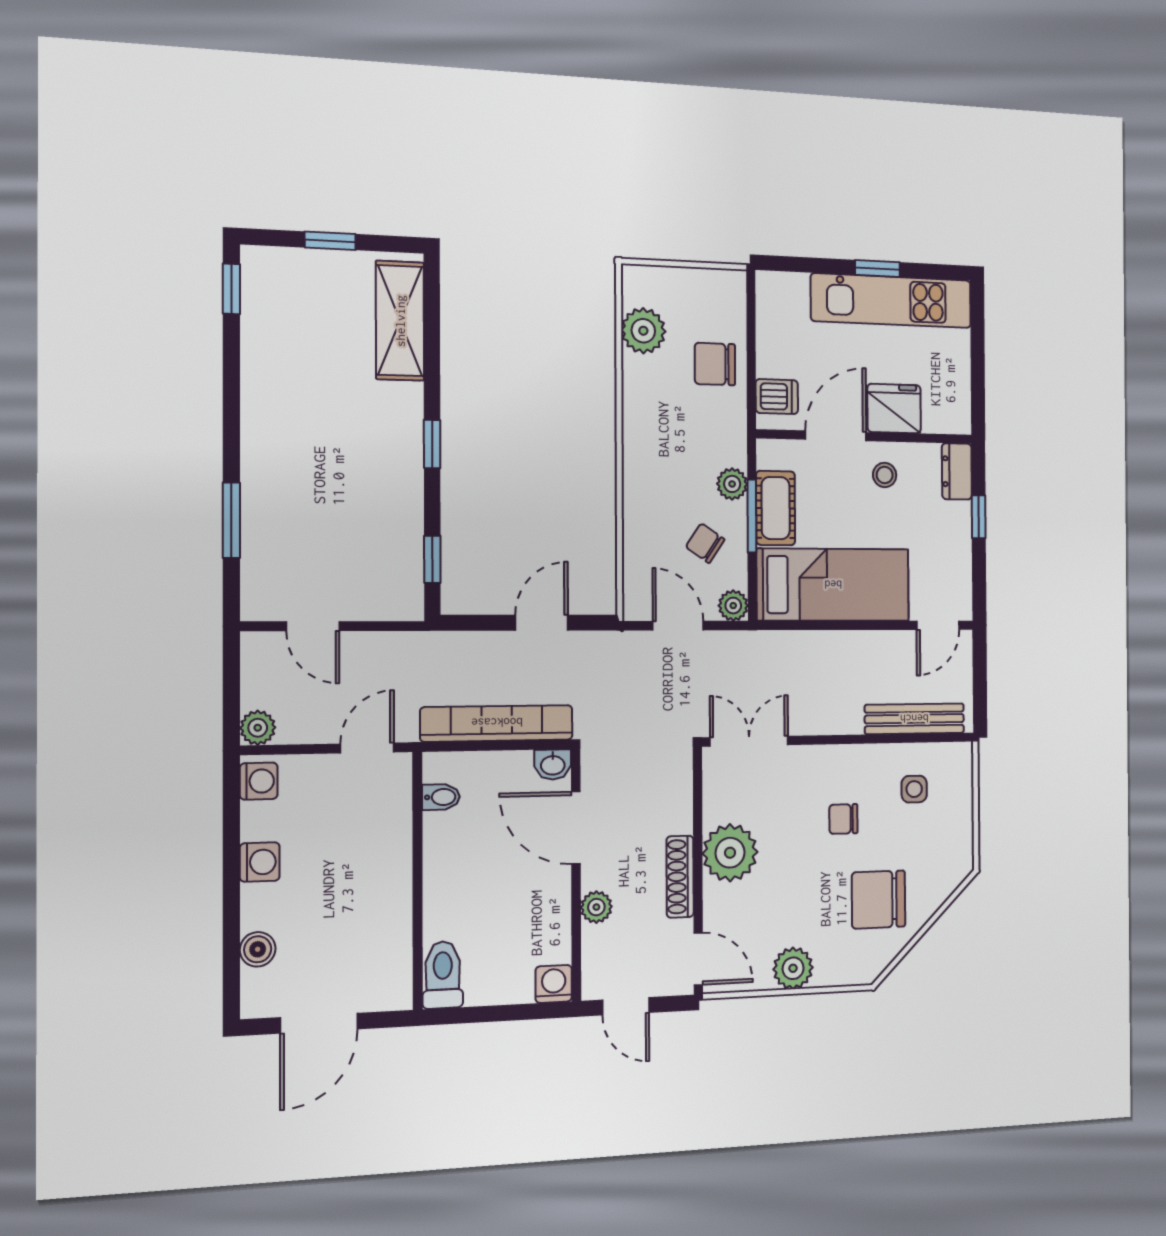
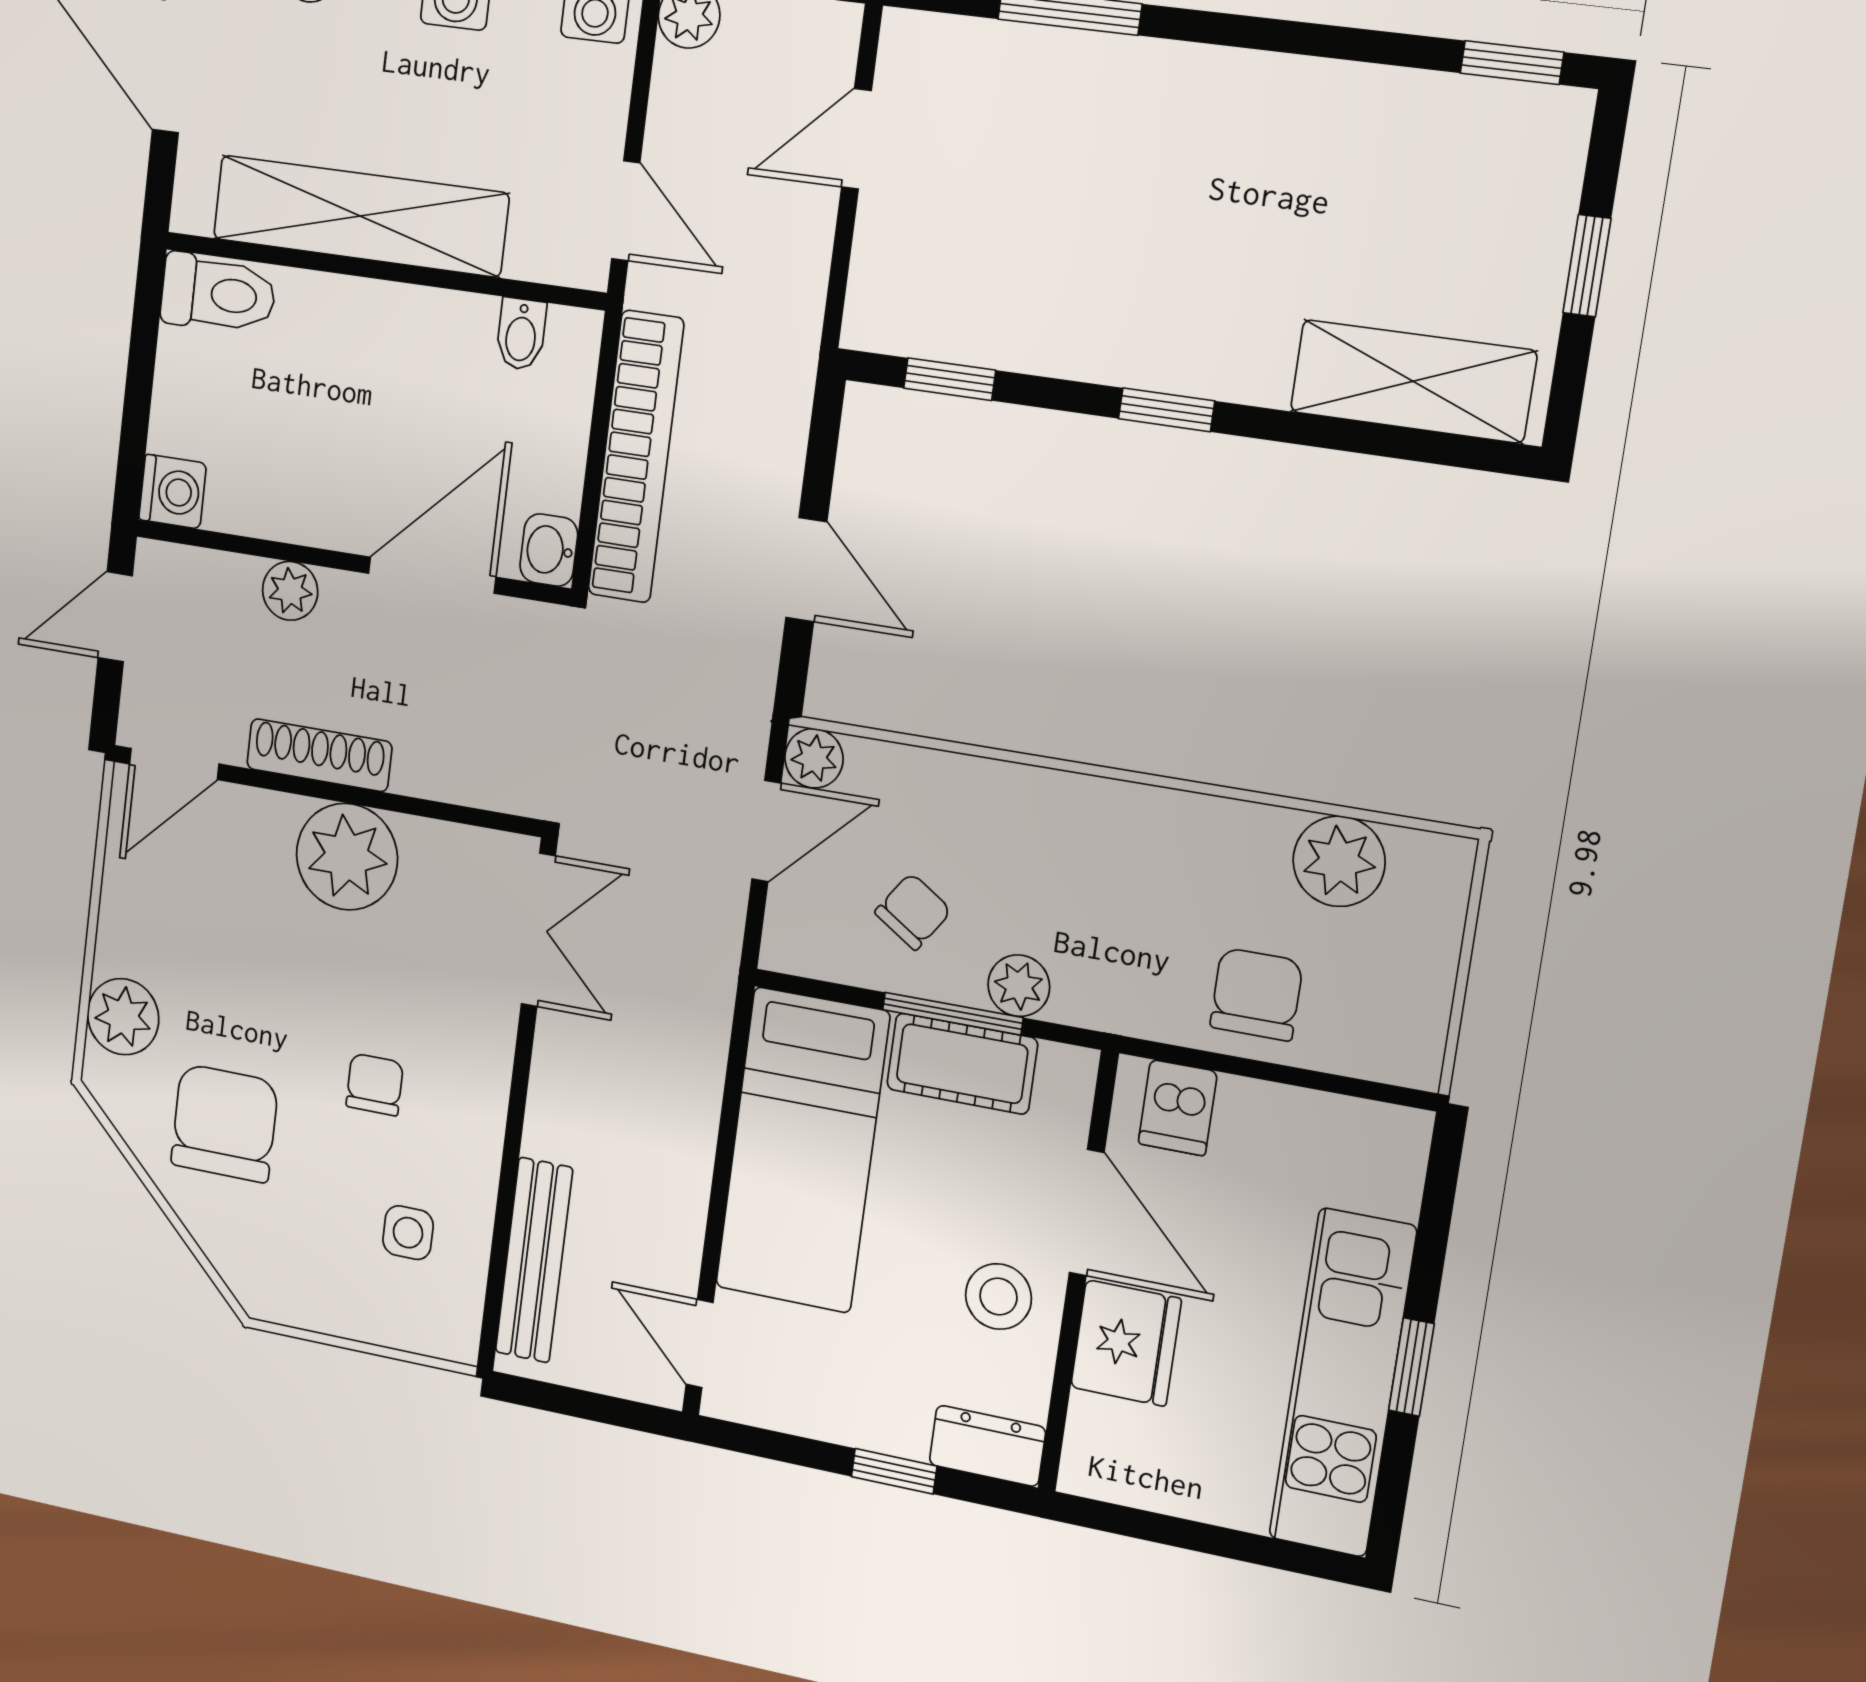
stool: (885, 475) -> (999, 1297), width x1.37, depth x1.37
plant: (733, 606) -> (814, 758), moved
shelving: (389, 899) -> (360, 216), added
plant: (793, 968) -> (123, 1017), moved

